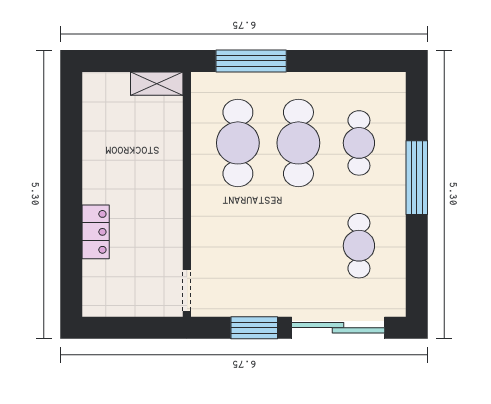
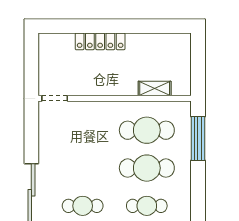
shelving: (157, 84) -> (155, 88), moved, turned 90
locker: (96, 232) -> (100, 41), width x1.53
window: (254, 328) -> (31, 140), removed

